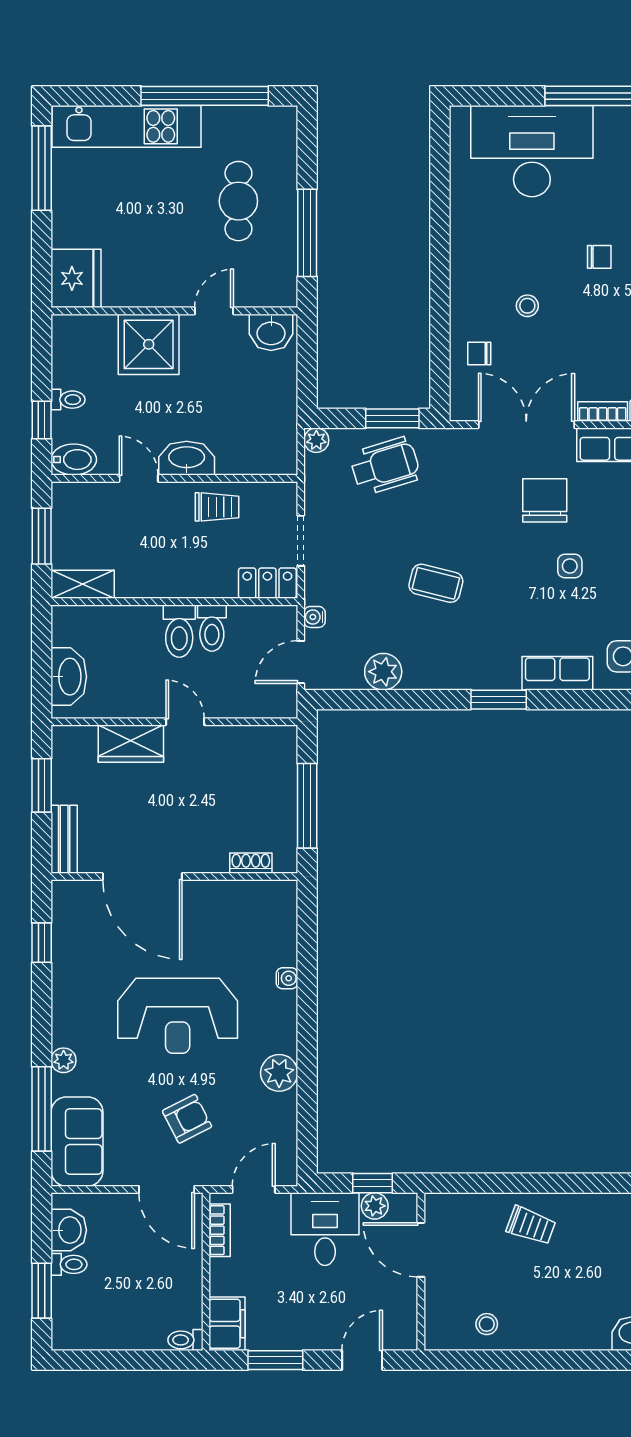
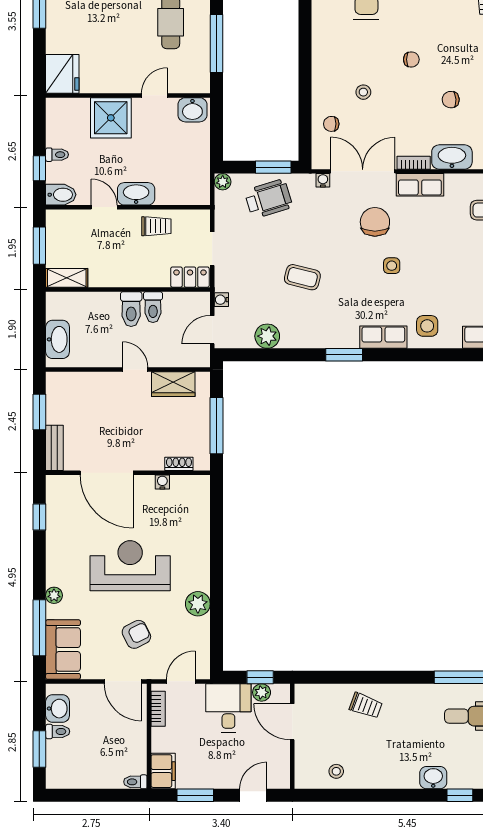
water cooler: (467, 438) -> (323, 180), added
wardrobe: (131, 744) -> (173, 384), moved
water cooler: (287, 978) -> (162, 482), moved, turned -90
reception desk: (178, 1016) -> (130, 566), turned 180

